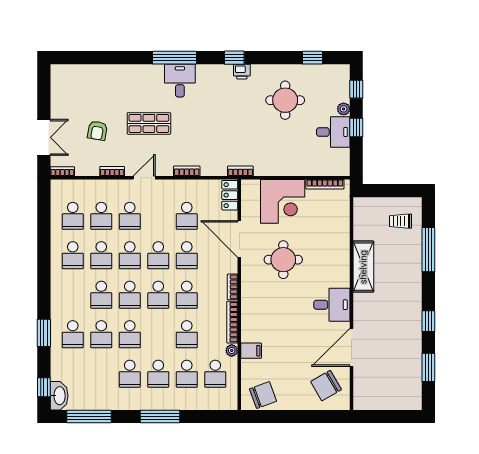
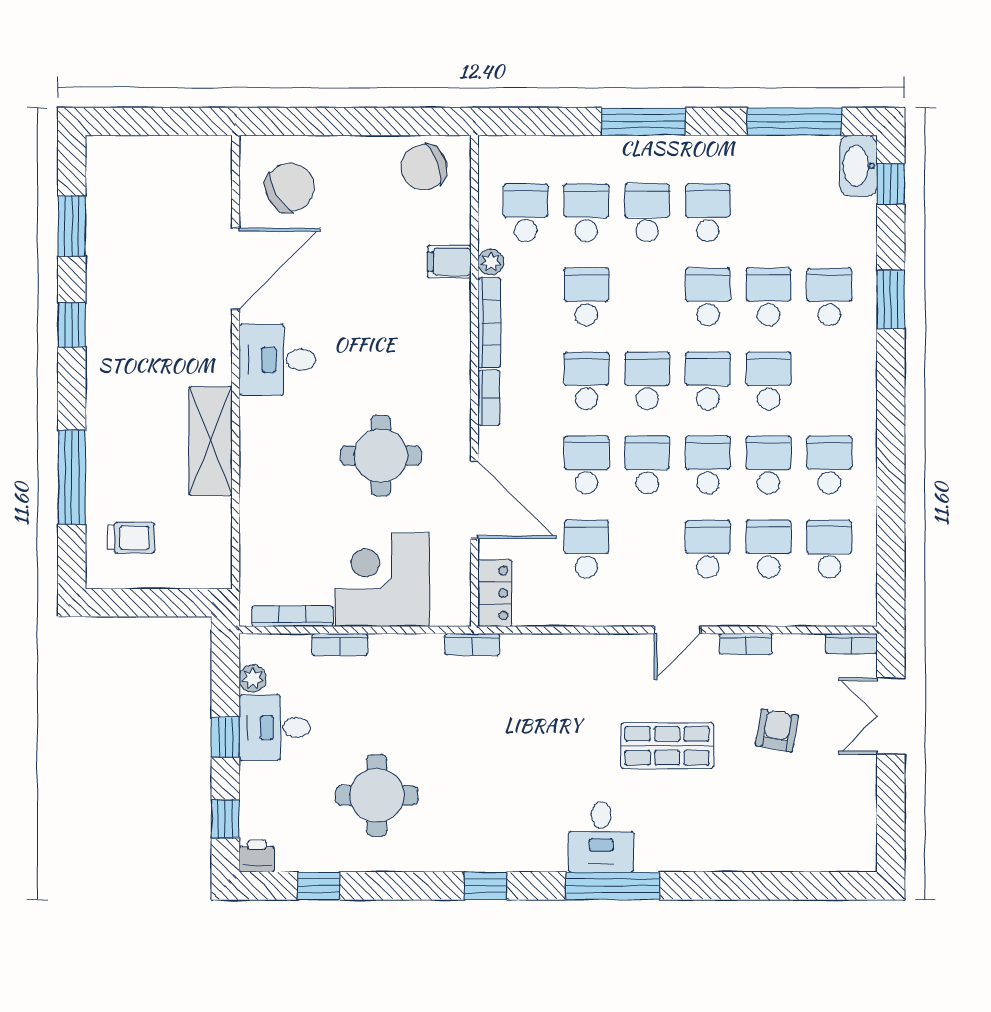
printer: (242, 72) -> (257, 856), moved
plant: (344, 109) -> (253, 678), moved
bookcase: (187, 171) -> (340, 645), moved

